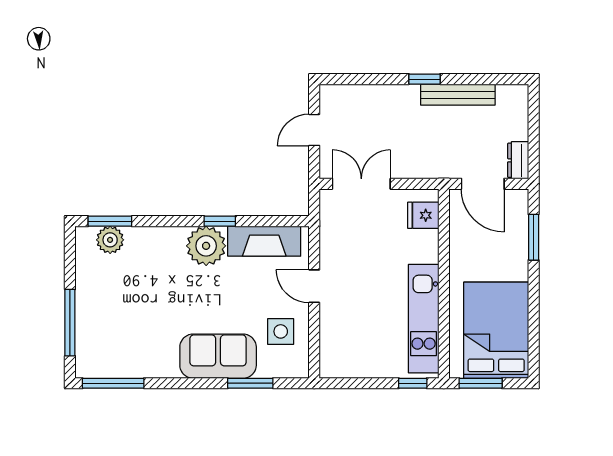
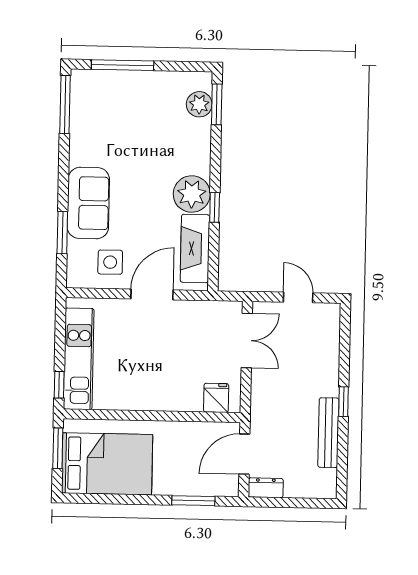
door: (314, 286) -> (152, 294), width x1.37
kitchen unit: (424, 319) -> (79, 359), moved, turned 90

